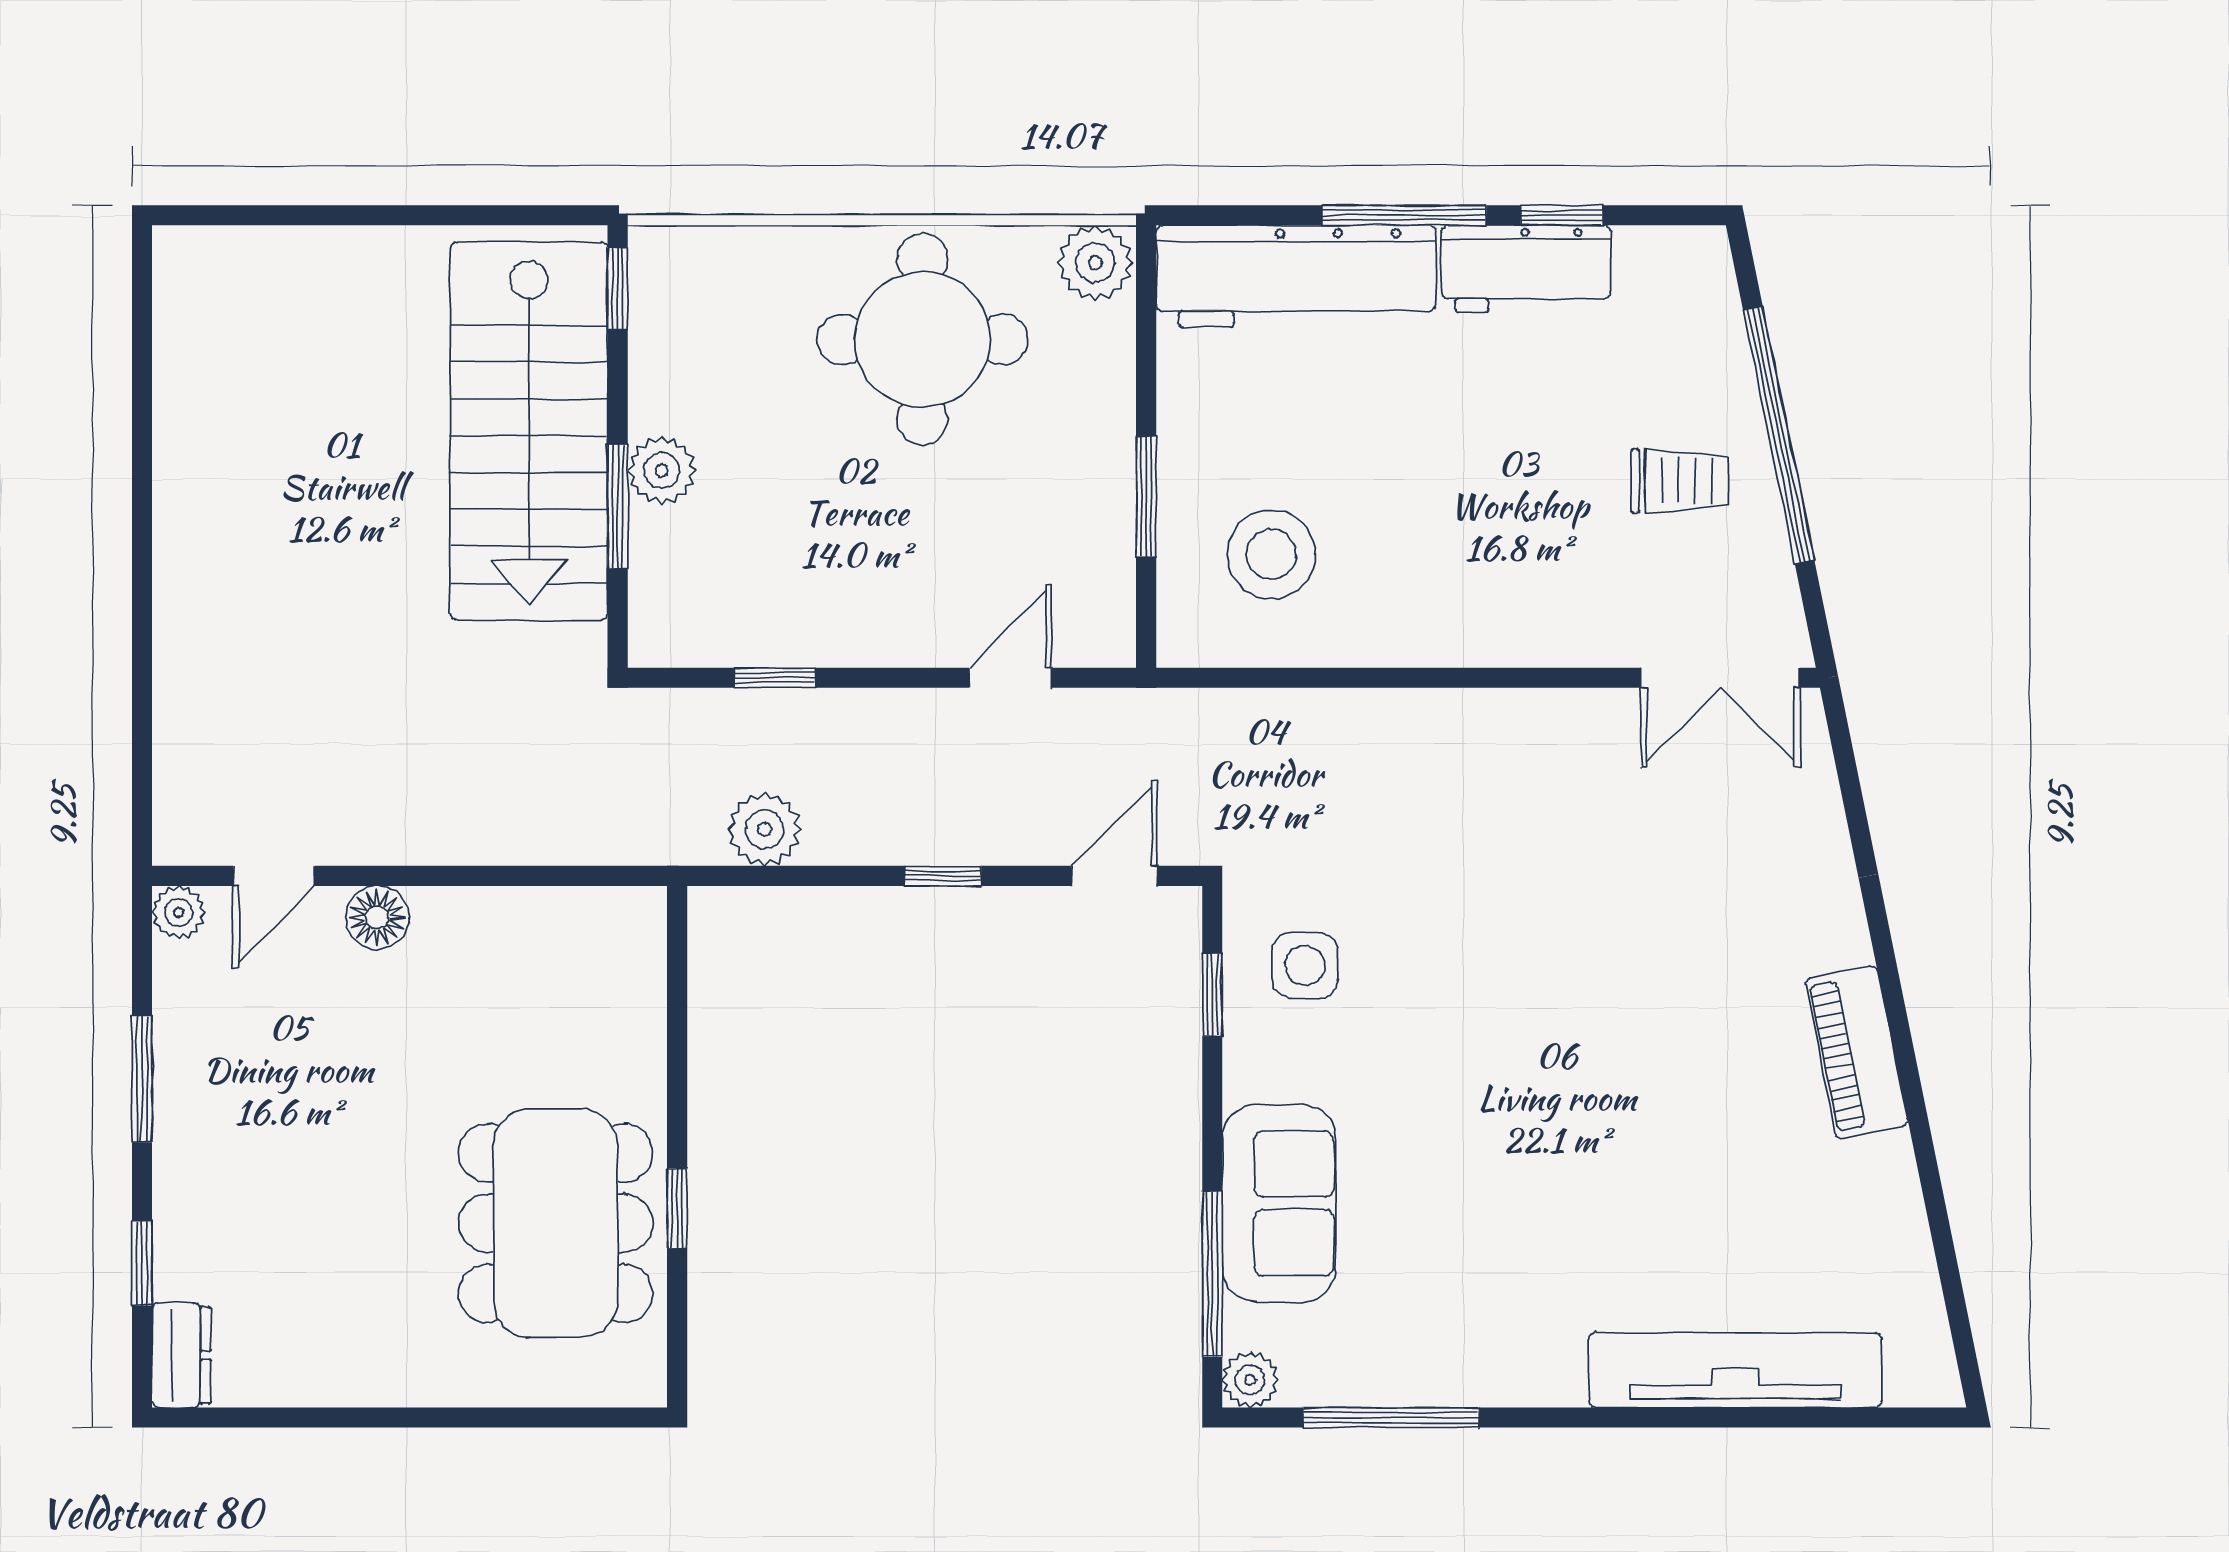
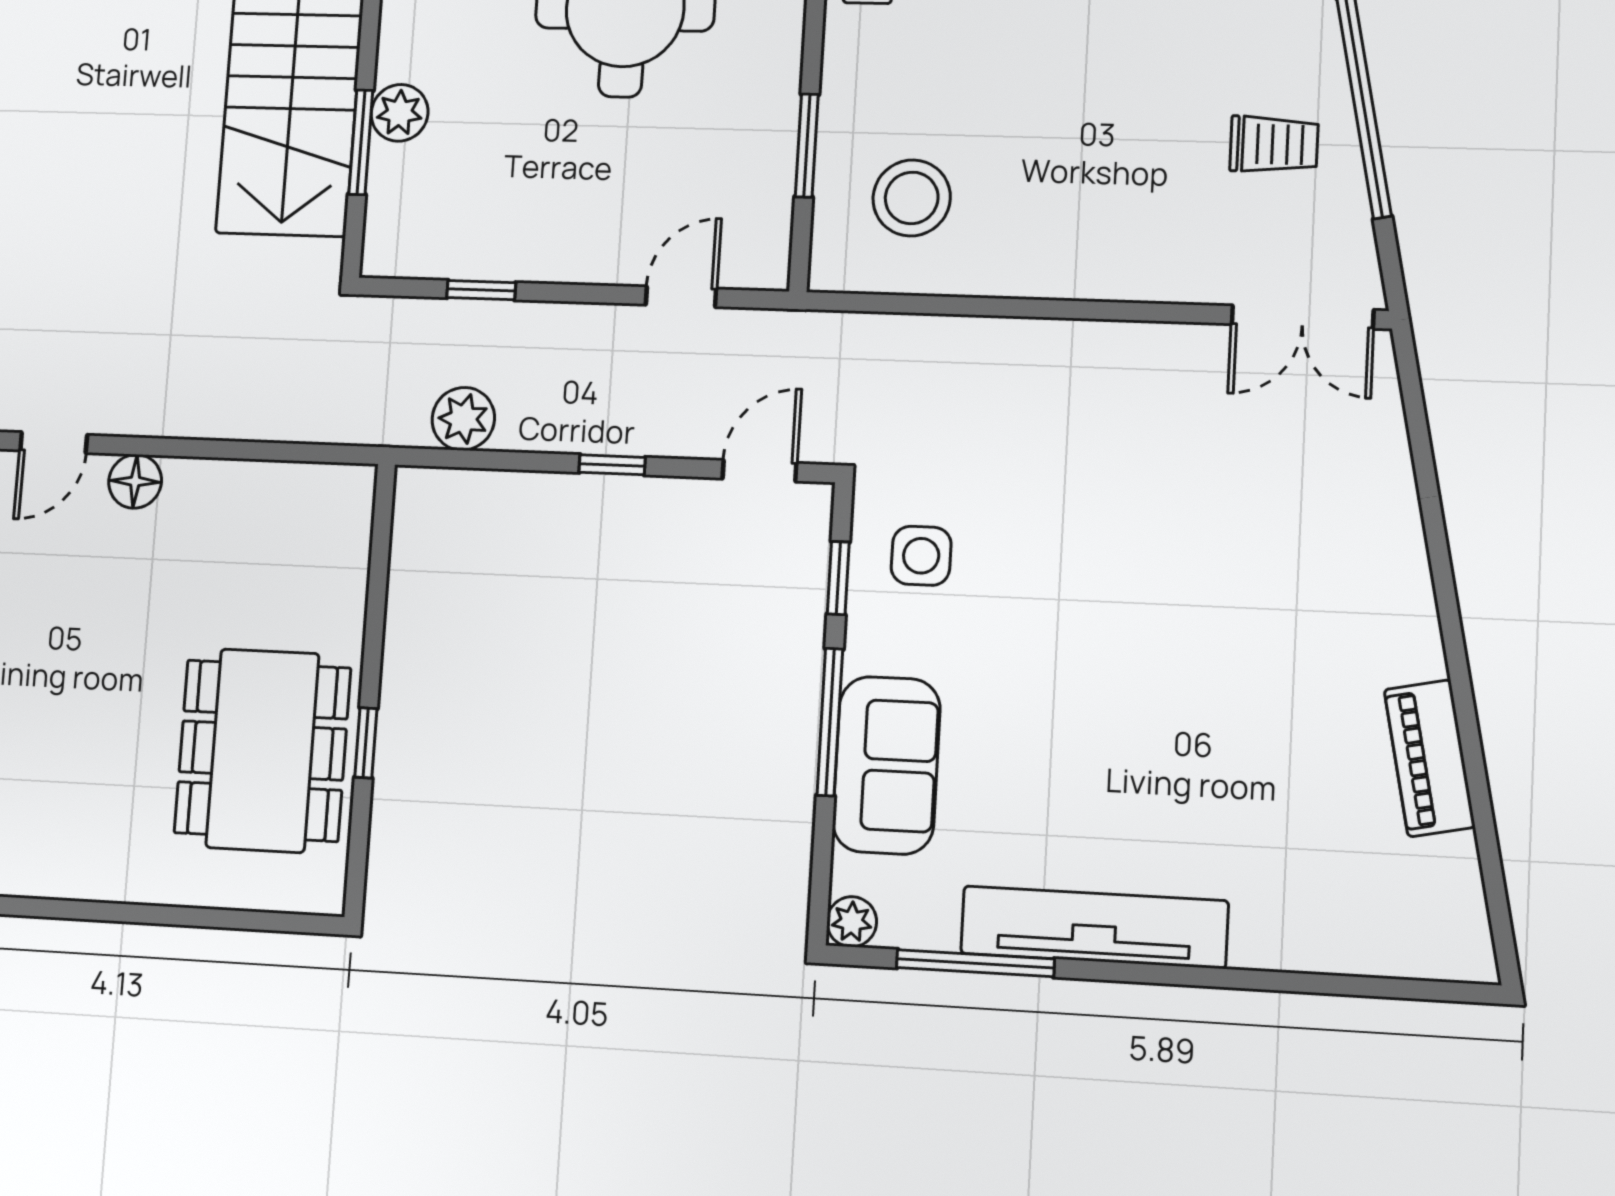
piano: (1857, 1052) -> (1430, 758), moved
window: (1212, 1274) -> (830, 722), moved
tv unit: (1735, 1370) -> (1094, 927), moved

